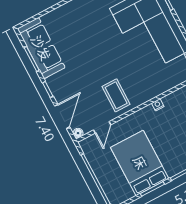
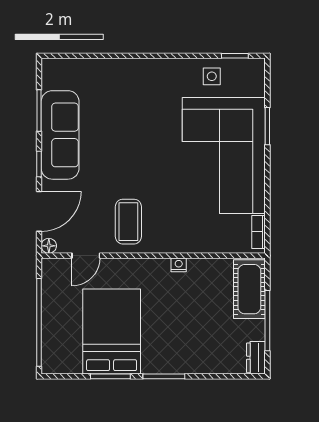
sofa: (41, 48) -> (60, 135), moved

